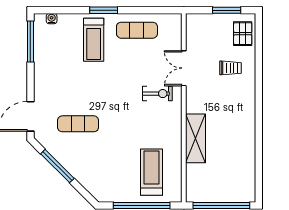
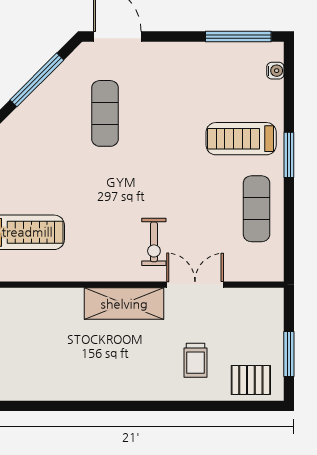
shelving: (196, 138) -> (124, 304), moved

